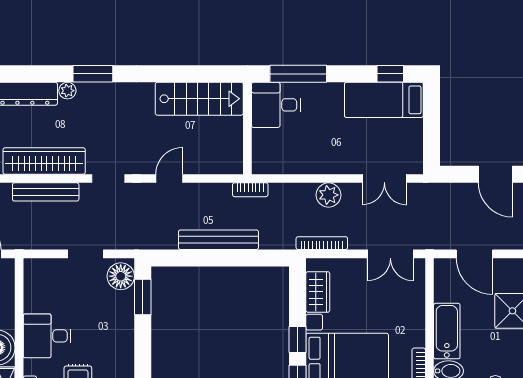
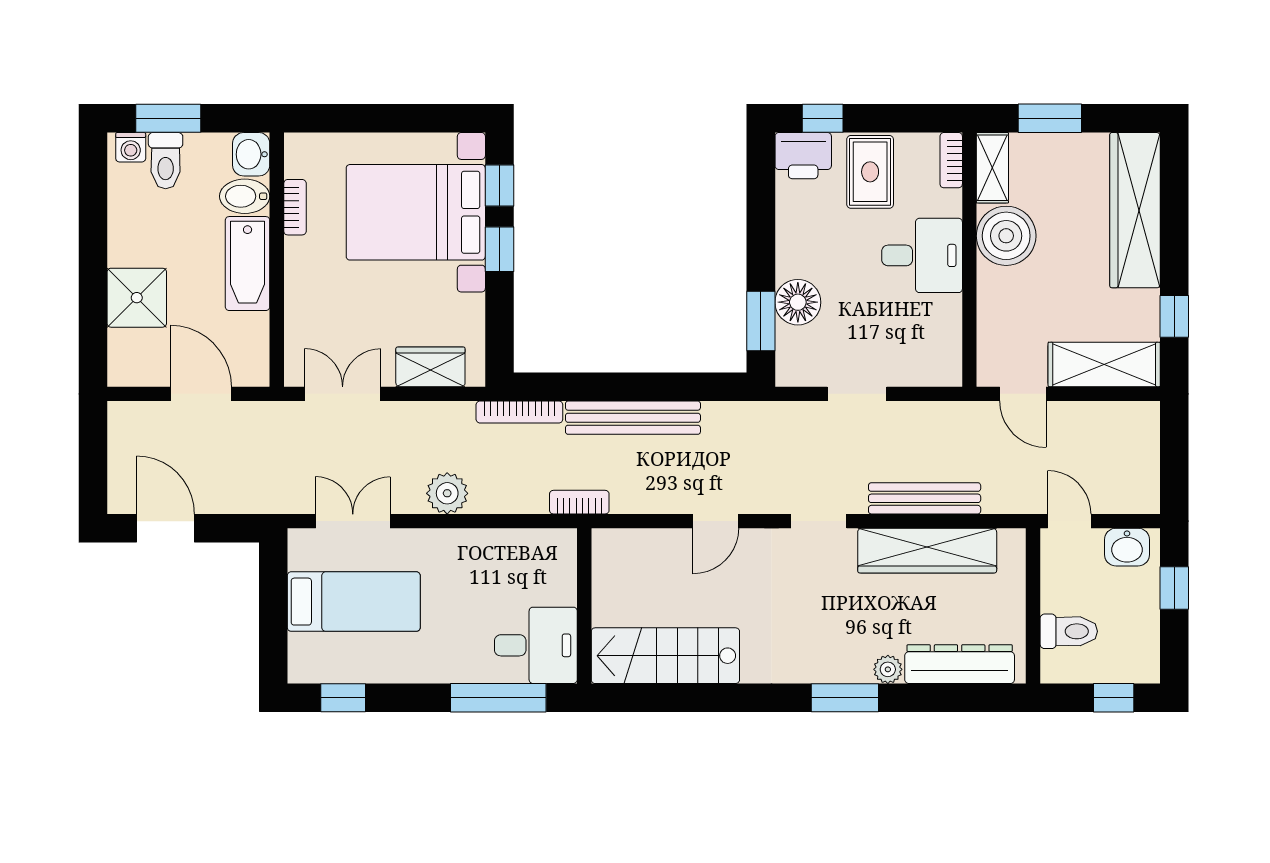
bed: (384, 100) -> (354, 602), moved
bookcase: (322, 243) -> (519, 412), moved
floor lamp: (121, 276) -> (798, 302), moved
wardrobe: (318, 292) -> (430, 367), moved, turned 90

